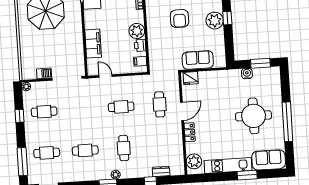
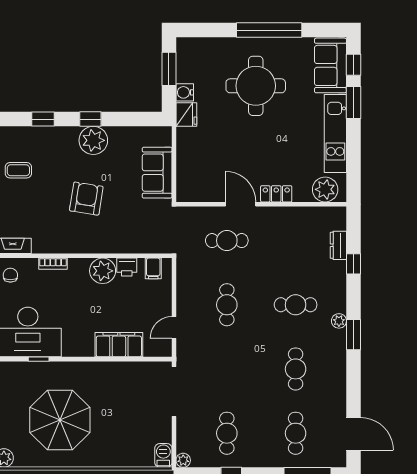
armchair: (180, 19) -> (86, 199), turned -81
barbecue: (44, 73) -> (163, 455), moved
fridge: (191, 78) -> (186, 114), moved
window: (270, 174) -> (353, 65), added

